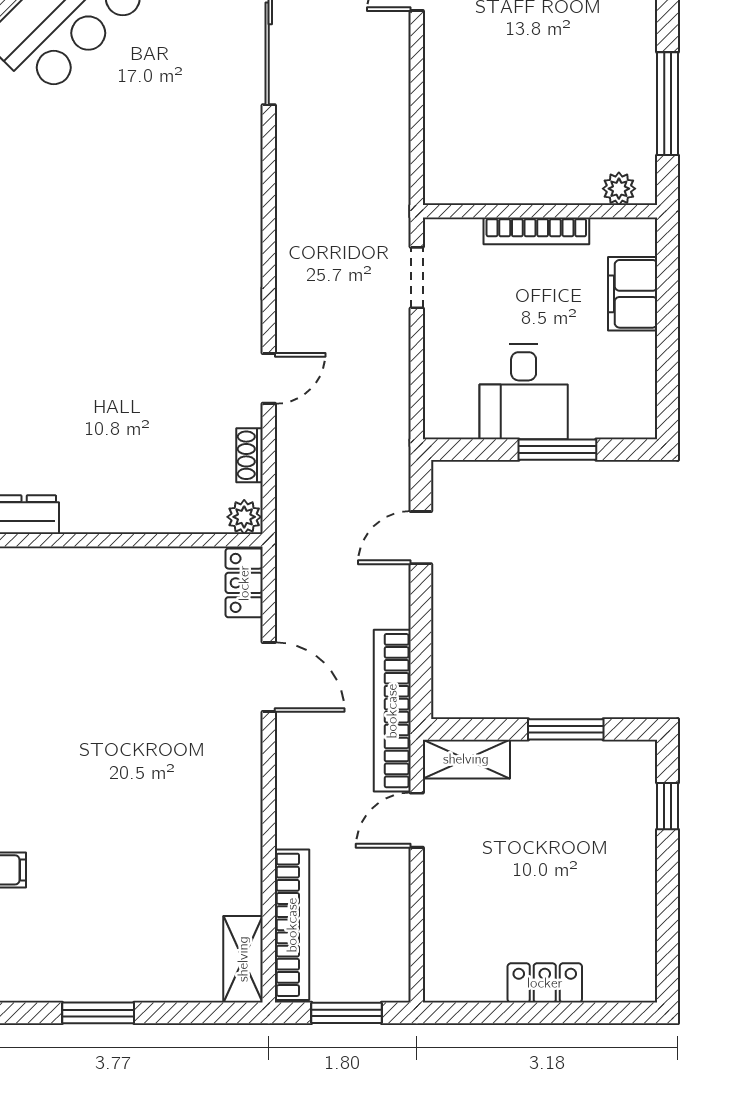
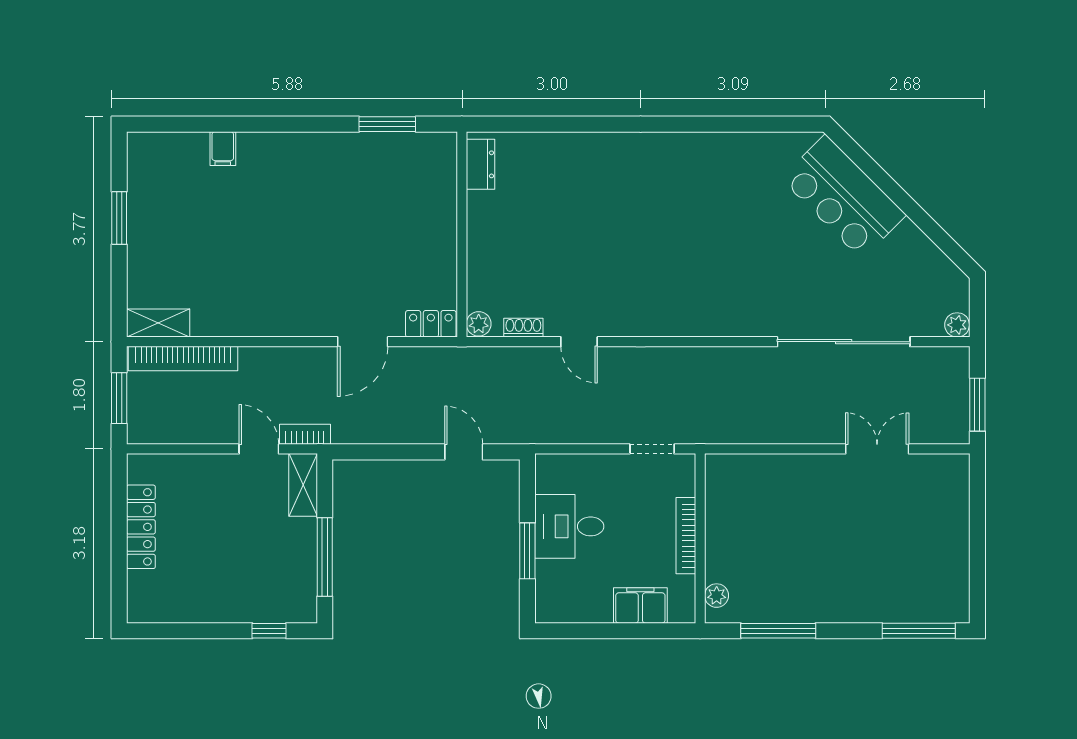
bookcase: (392, 711) -> (305, 434), width x0.43, depth x0.76
window: (566, 729) -> (325, 557), width x1.44
locker: (545, 983) -> (141, 527), width x1.53

